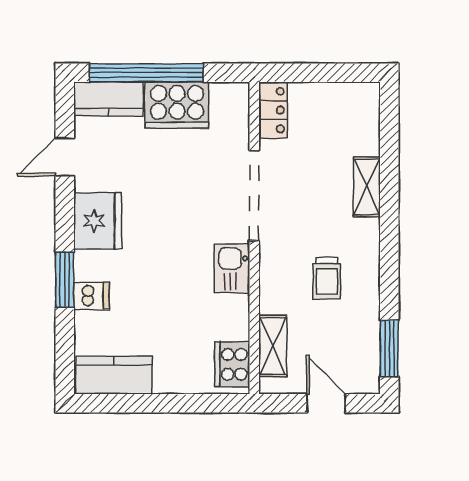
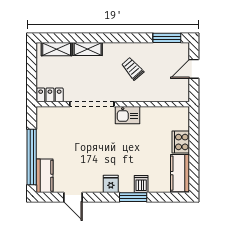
cooker: (177, 105) -> (48, 142), removed
fridge: (98, 221) -> (111, 184), width x0.53, depth x0.75
trolley: (327, 278) -> (133, 69), turned -131
shelving: (273, 346) -> (57, 49), moved
cooker: (232, 364) -> (181, 142), moved, turned 90

